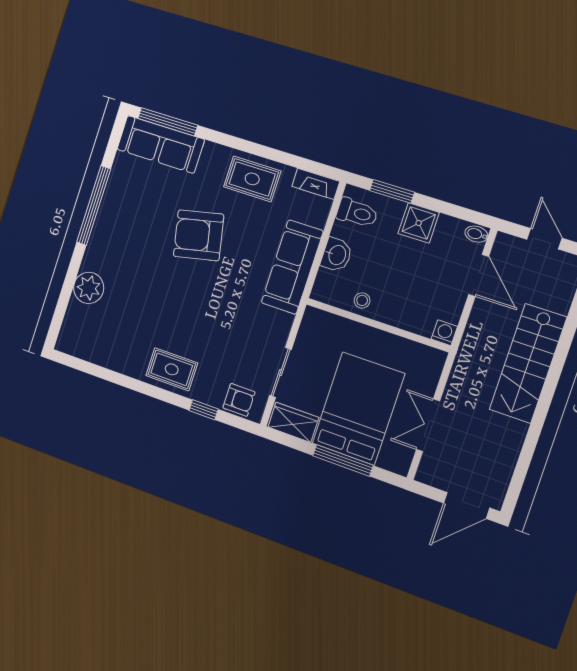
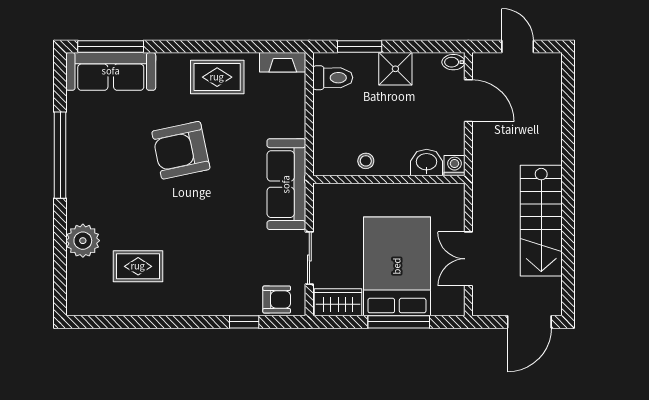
washbasin: (337, 255) -> (427, 163), moved, turned -90
sofa: (292, 267) -> (286, 184), moved
stairs: (528, 363) -> (541, 221), moved
rug: (172, 369) -> (138, 266), moved

